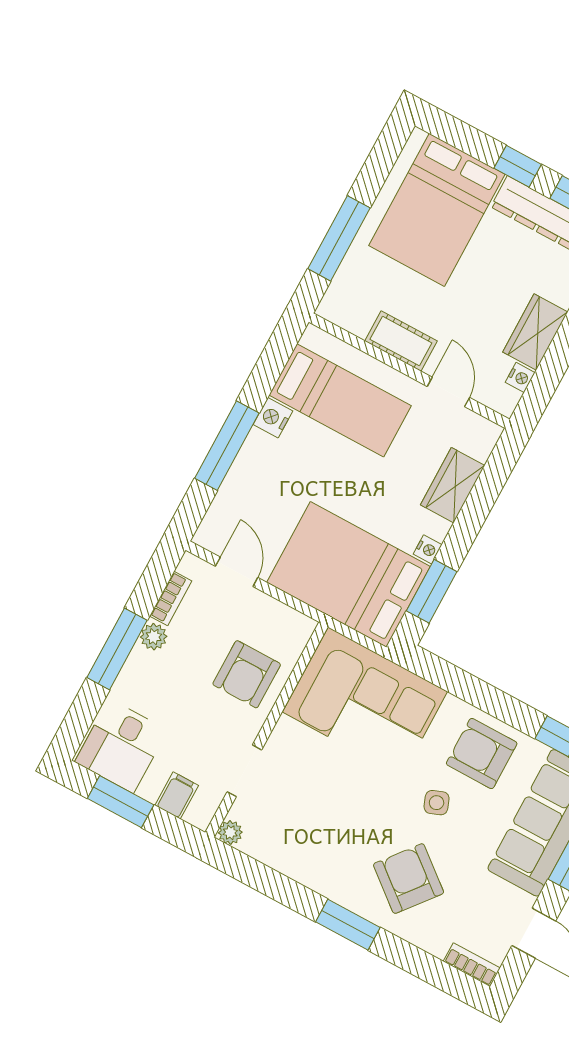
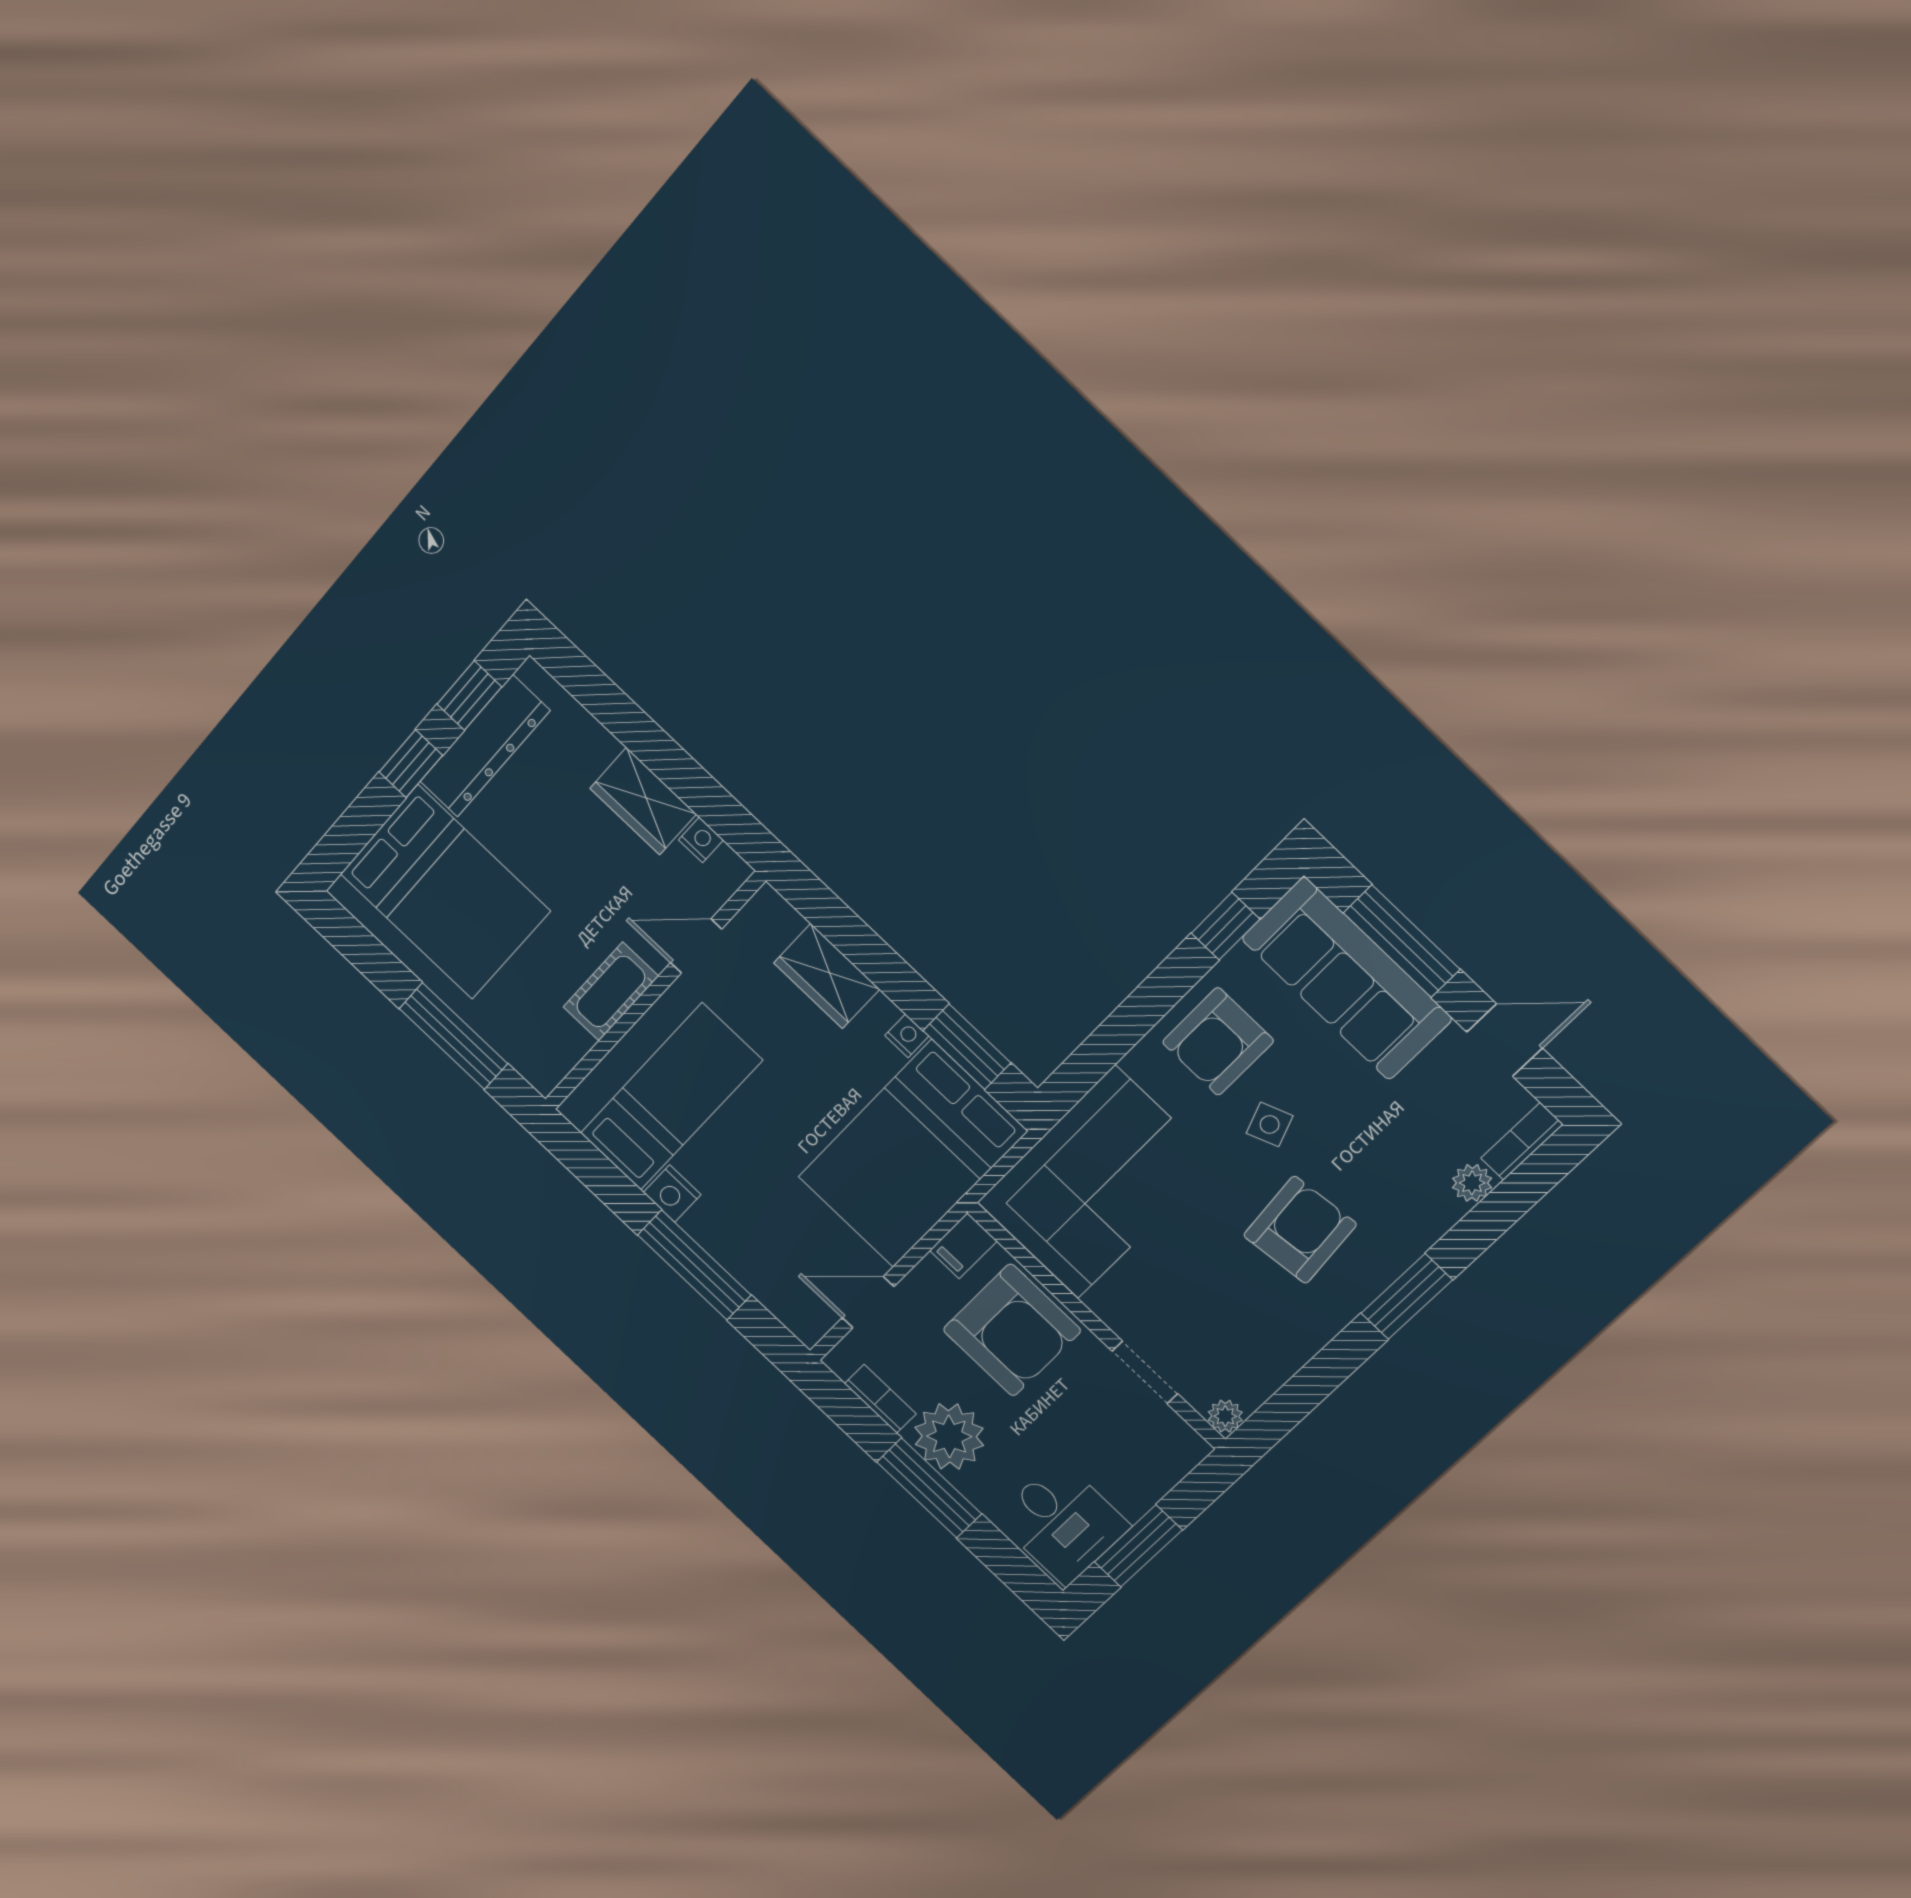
plant: (154, 637) -> (949, 1436), width x1.88, depth x1.88
armchair: (247, 674) -> (1012, 1330), width x1.36, depth x1.36
filing cabinet: (177, 795) -> (963, 1246), moved, turned -90
armchair: (409, 879) -> (1300, 1230), moved, turned 135
plant: (435, 942) -> (1472, 1183), added

